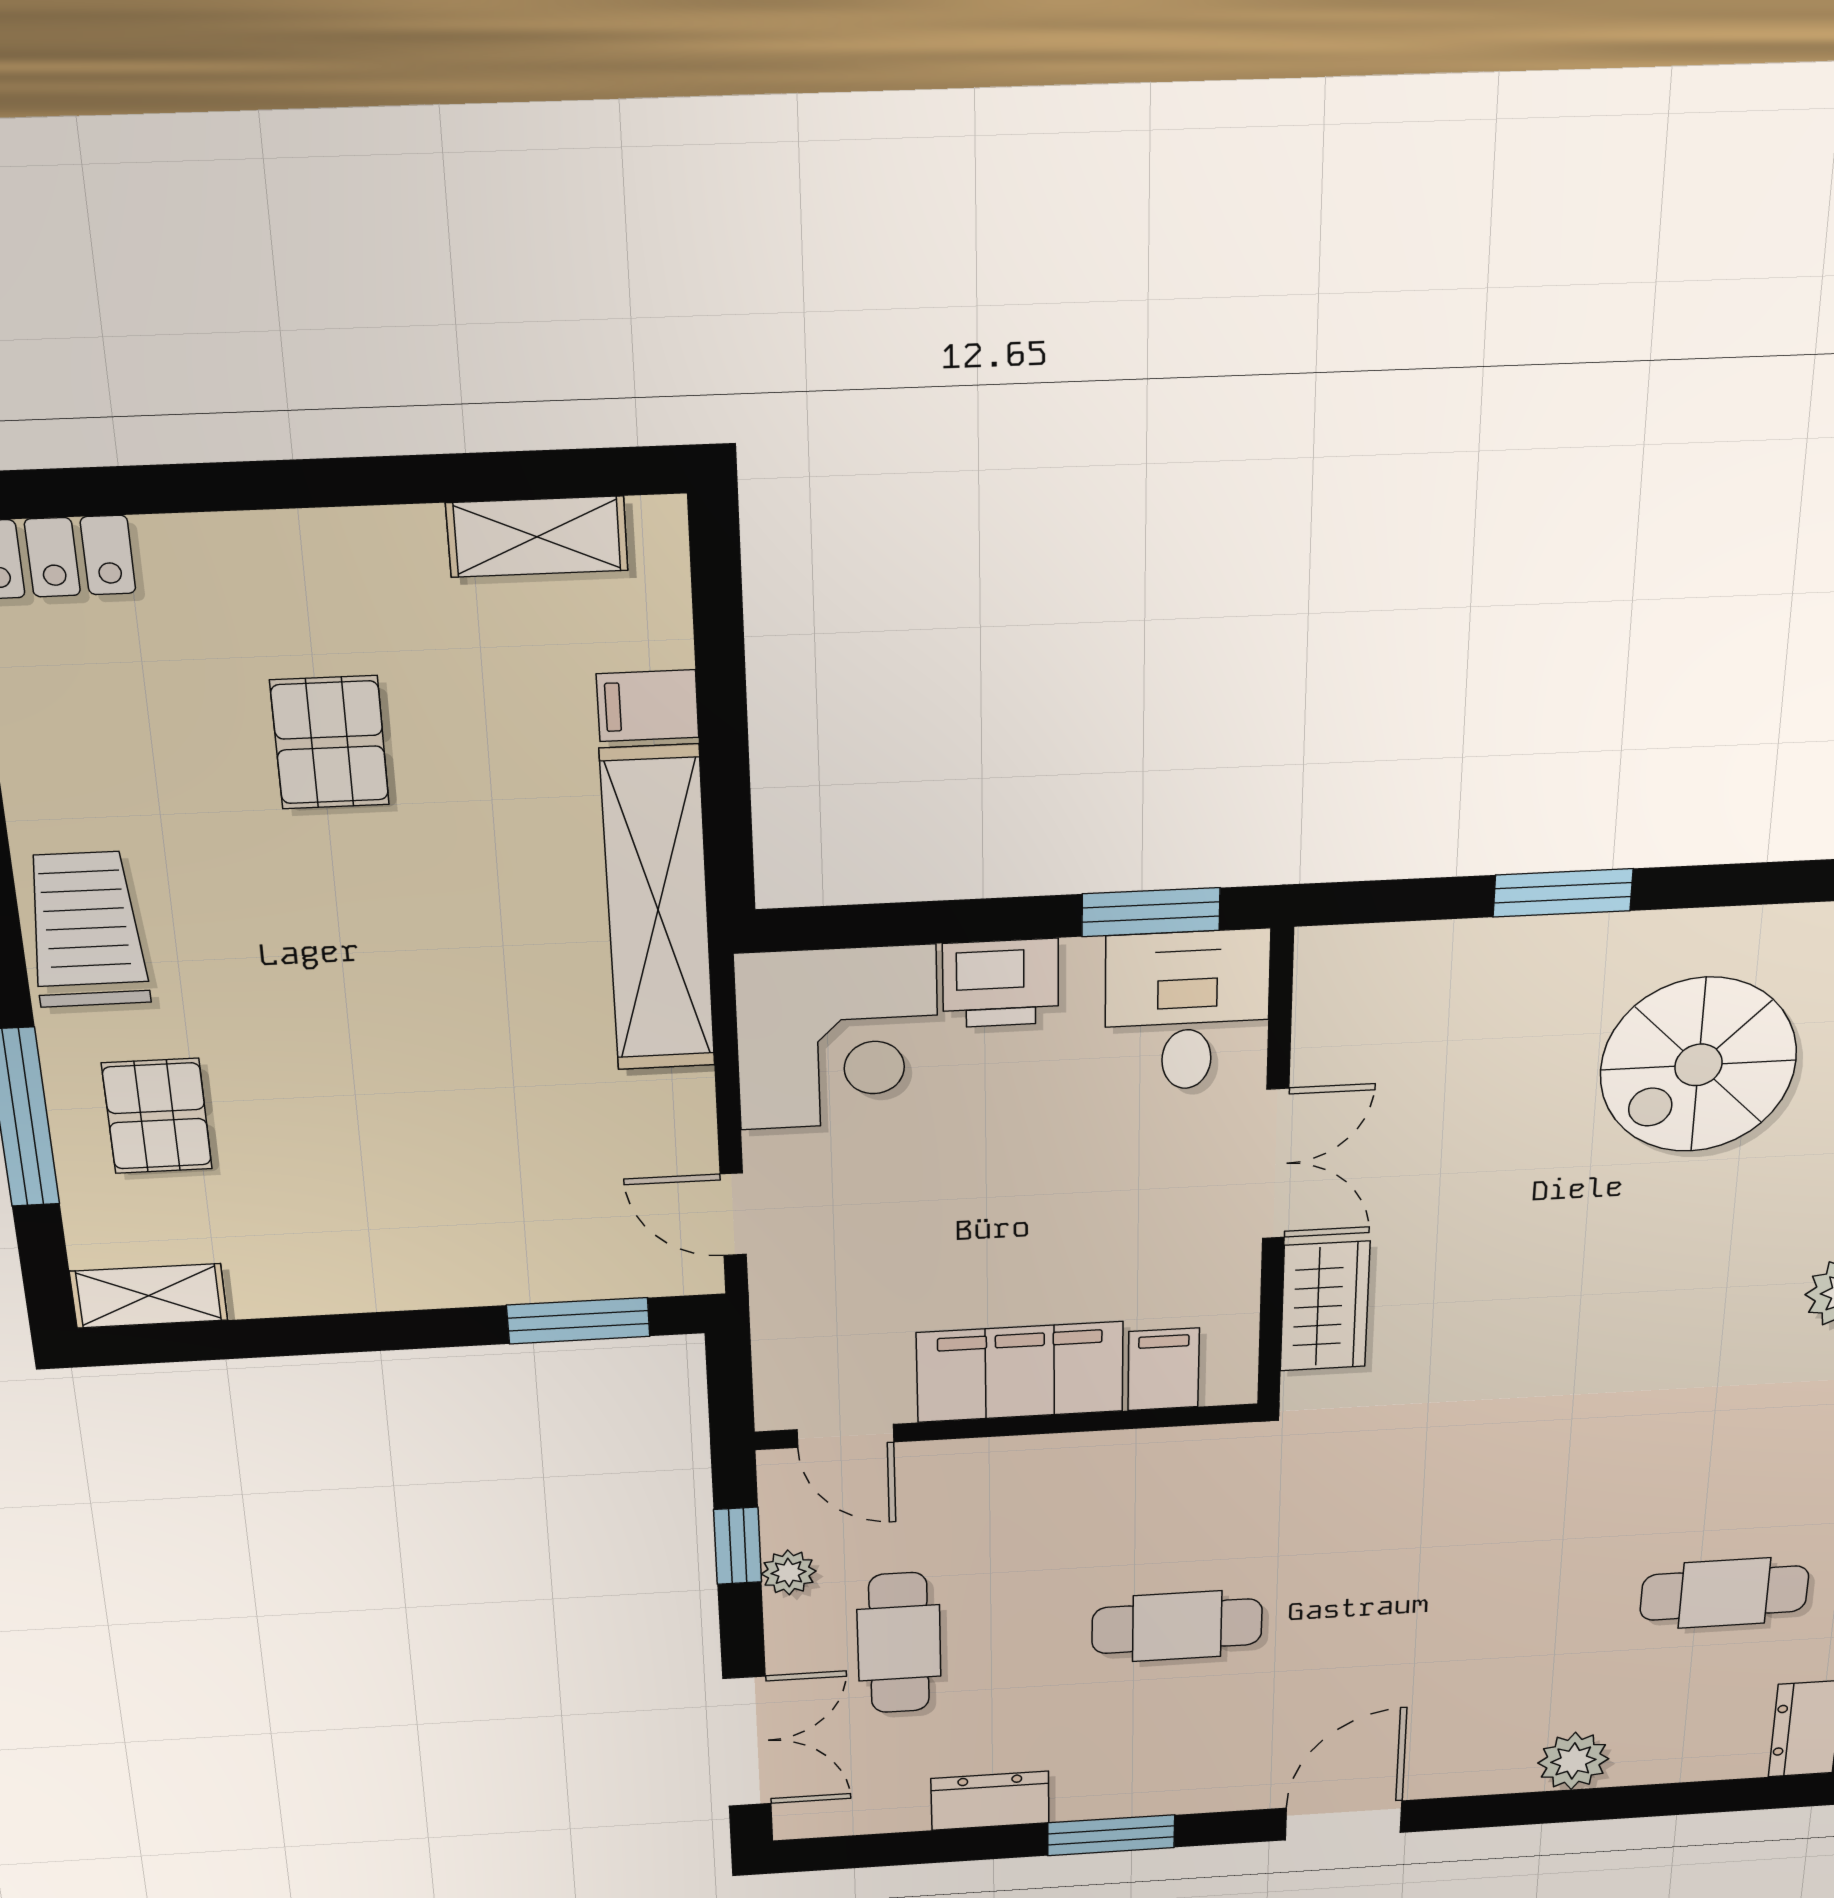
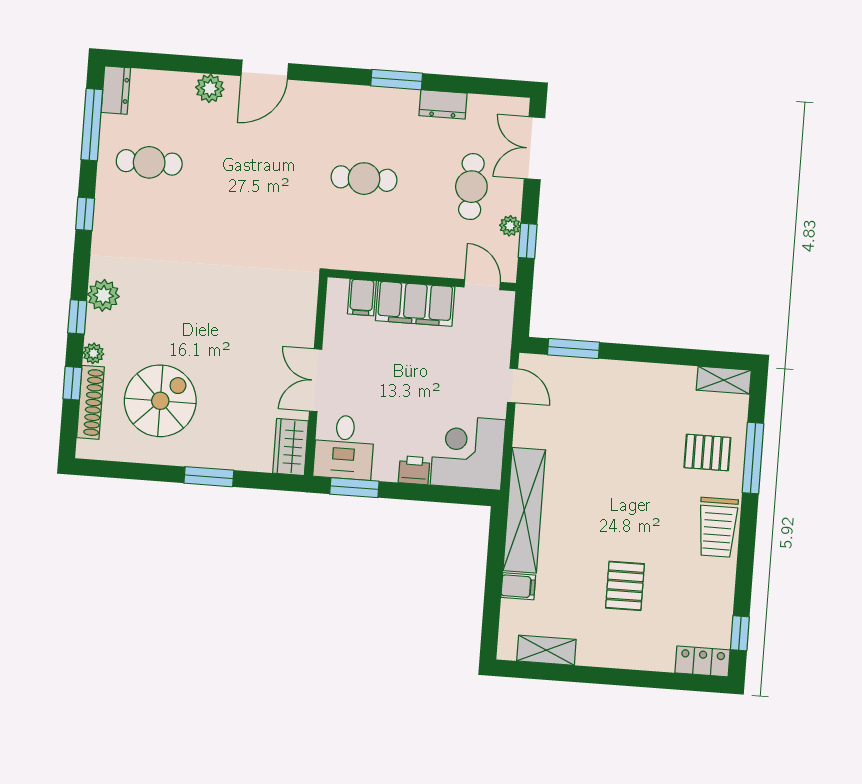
printer: (1001, 983) -> (414, 470), width x0.73, depth x0.81
pallet: (157, 1116) -> (707, 453), turned 90
wardrobe: (1325, 1306) -> (291, 447), moved
door: (1344, 1820) -> (265, 70), moved

